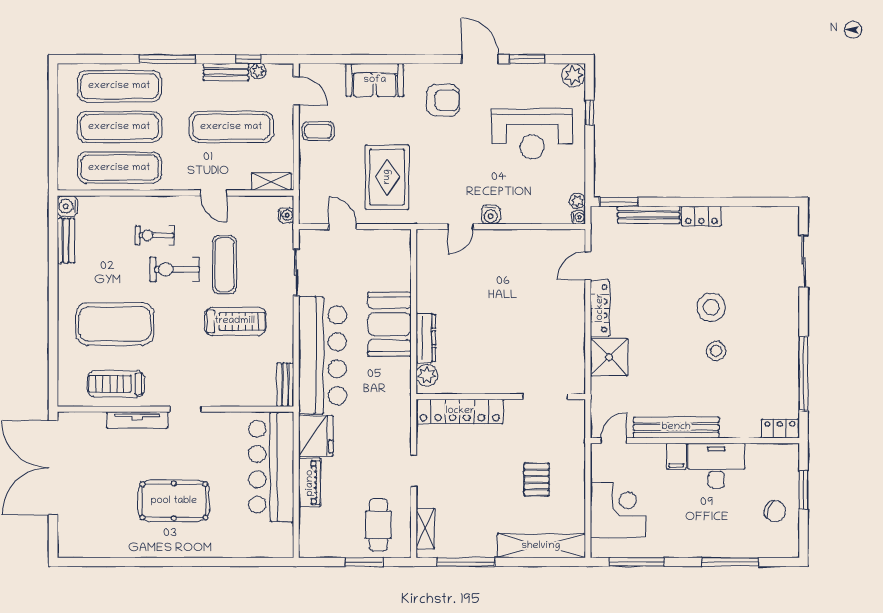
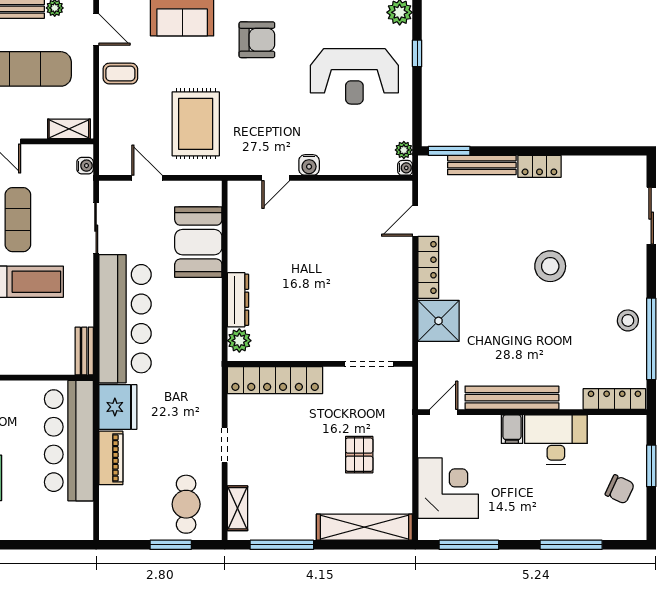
booth: (389, 324) -> (198, 242), moved
stool: (716, 351) -> (628, 320), moved
locker: (780, 429) -> (614, 399), width x1.53

